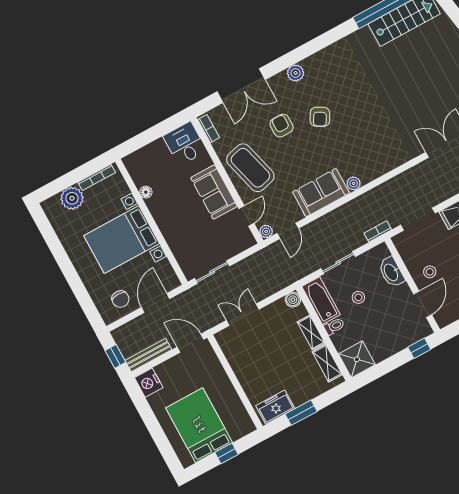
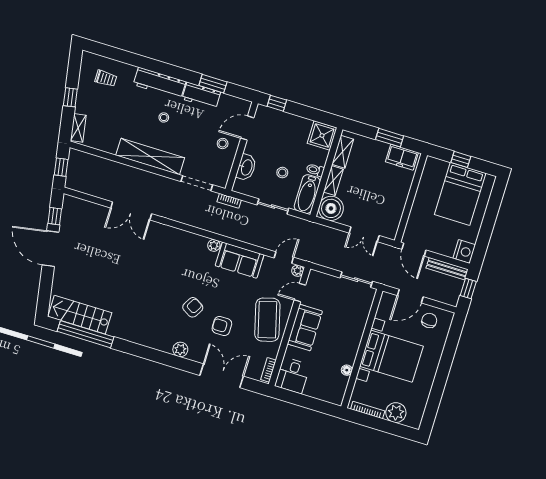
armchair: (282, 126) -> (222, 326), turned 90
boiler: (293, 300) -> (331, 208), width x1.86, depth x1.86

